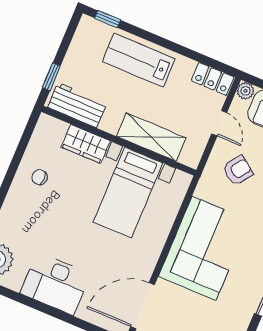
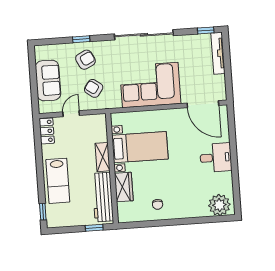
plant: (245, 91) -> (44, 108), removed
workbench: (77, 105) -> (103, 197), width x1.38
shelving: (151, 137) -> (103, 157), width x0.67, depth x0.75
desk: (55, 284) -> (216, 158), width x0.73

